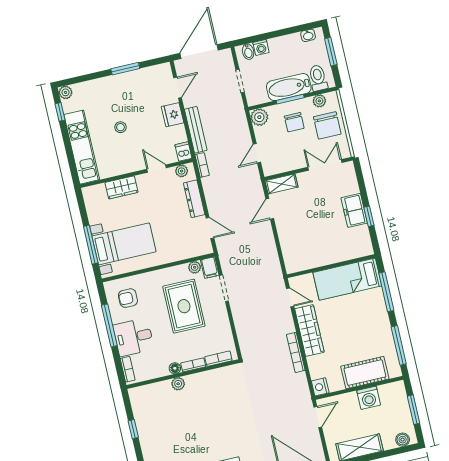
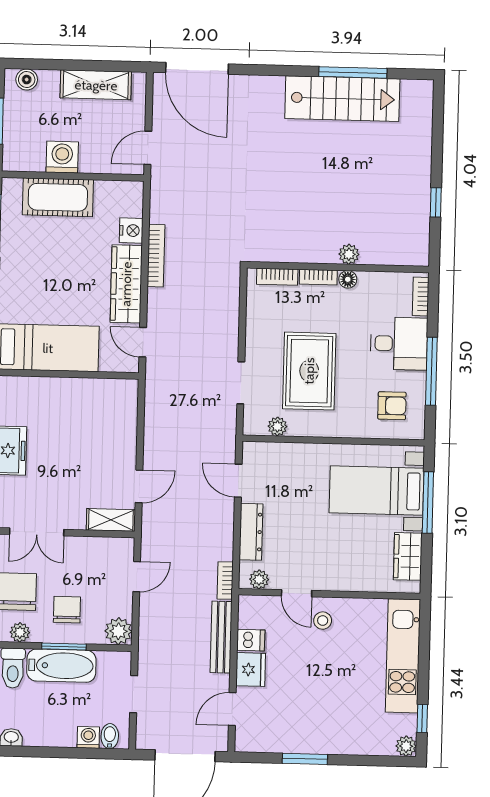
stool: (120, 127) -> (323, 621), moved
dishwasher: (183, 151) -> (251, 640), moved, turned -90
wardrobe: (122, 187) -> (408, 556), moved, turned -90
filing cabinet: (210, 268) -> (254, 420), removed
nightstand: (320, 387) -> (131, 231), moved

